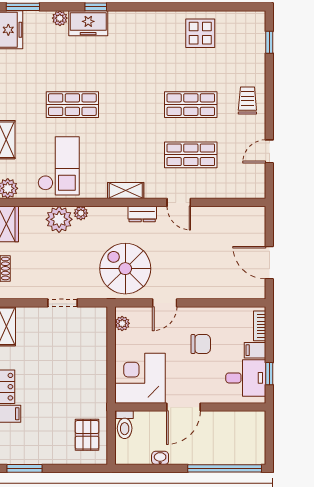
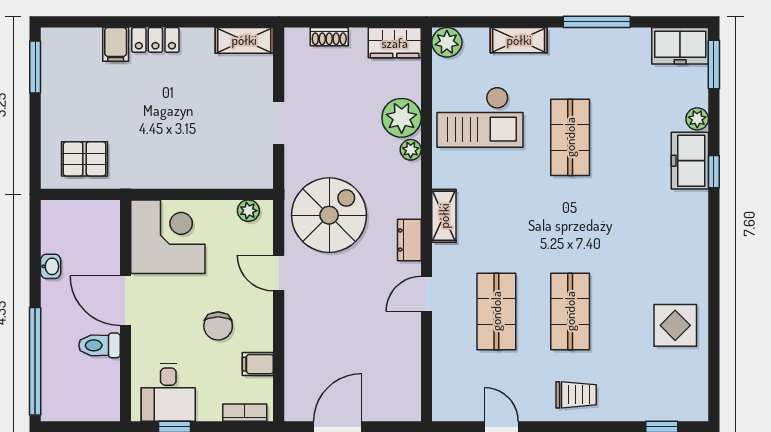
filing cabinet: (255, 350) -> (258, 364), moved, turned -90
toilet: (125, 425) -> (99, 345), moved

